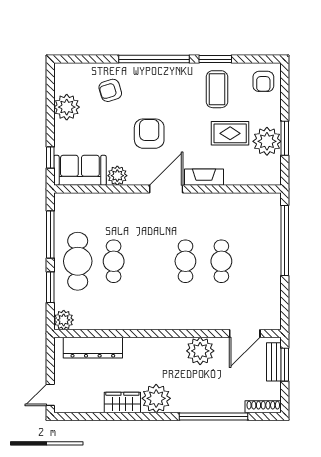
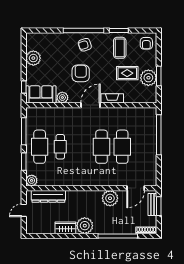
armchair: (110, 90) -> (85, 45), moved
cafe table: (185, 261) -> (102, 147), width x1.37, depth x1.35
cafe table: (221, 261) -> (122, 147), width x1.37, depth x1.35
door: (50, 395) -> (24, 210), moved

